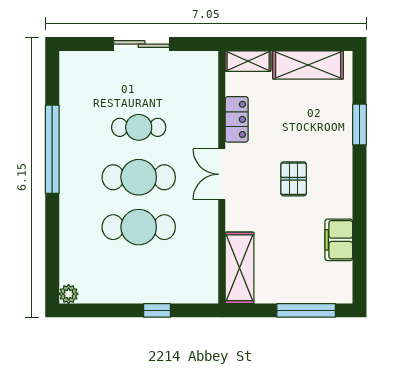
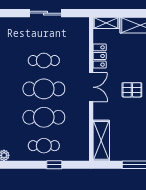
double door: (222, 174) -> (91, 87), swing flipped
pallet: (294, 179) -> (132, 90), turned 90
cafe table: (139, 277) -> (44, 146), added

